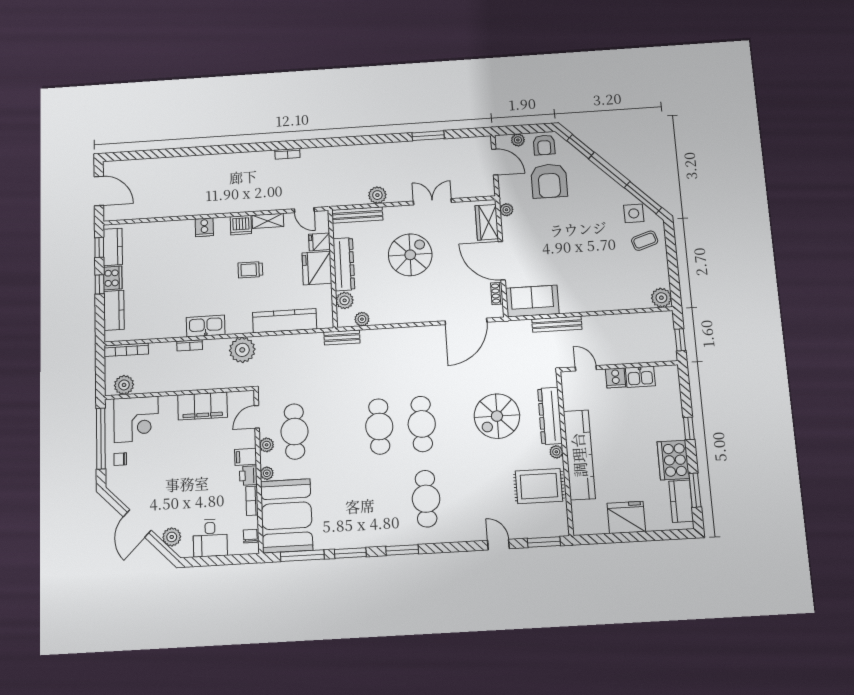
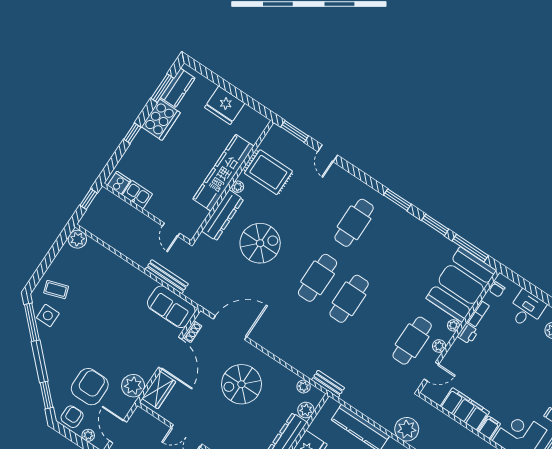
plant: (506, 210) -> (133, 386), width x1.88, depth x1.88
spiral stairs: (410, 255) -> (241, 384), moved
cooker: (616, 378) -> (119, 183), moved
filing cabinet: (246, 457) -> (489, 428), moved, turned -90

